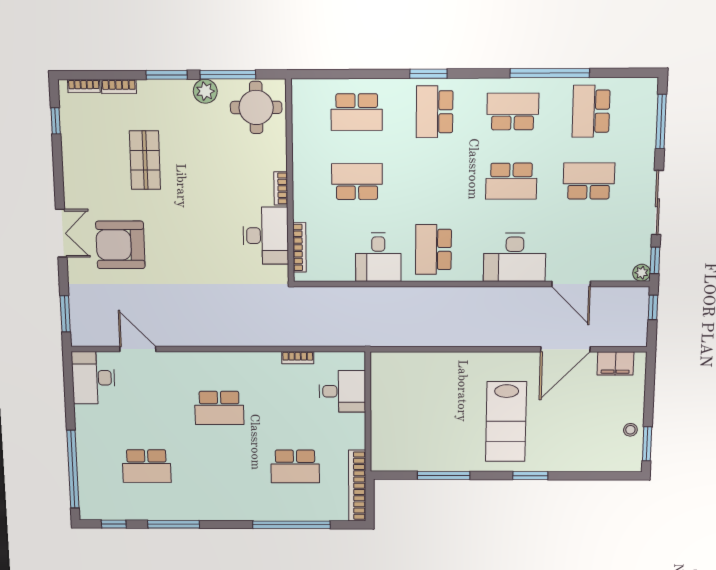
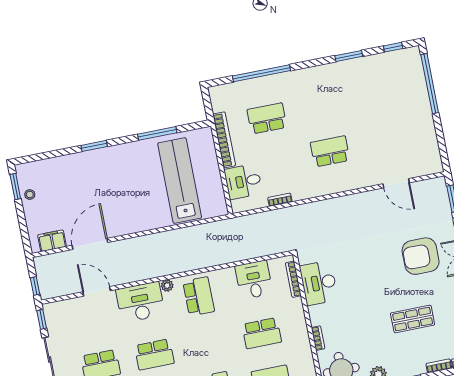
shop shelf: (145, 160) -> (413, 319), turned 90
school desk: (511, 181) -> (154, 354), turned 180
bookcase: (281, 188) -> (318, 338), moved
armchair: (120, 245) -> (421, 256), turned 180
desk: (378, 257) -> (254, 280), moved
plant: (642, 273) -> (167, 285), moved
desk: (93, 378) -> (425, 156), removed
lab bench: (506, 422) -> (180, 181), moved, width x1.36
school desk: (147, 466) -> (376, 97), removed
bookcase: (357, 486) -> (224, 140), moved
window: (174, 524) -> (349, 56), width x0.69

